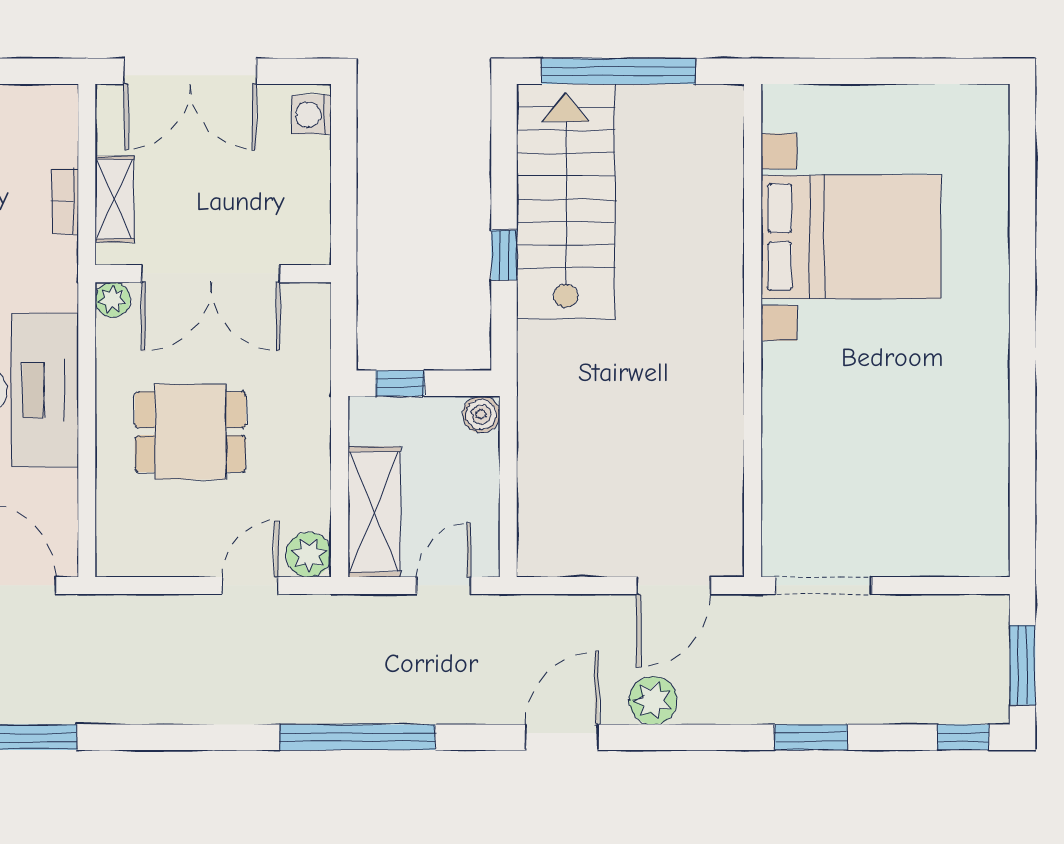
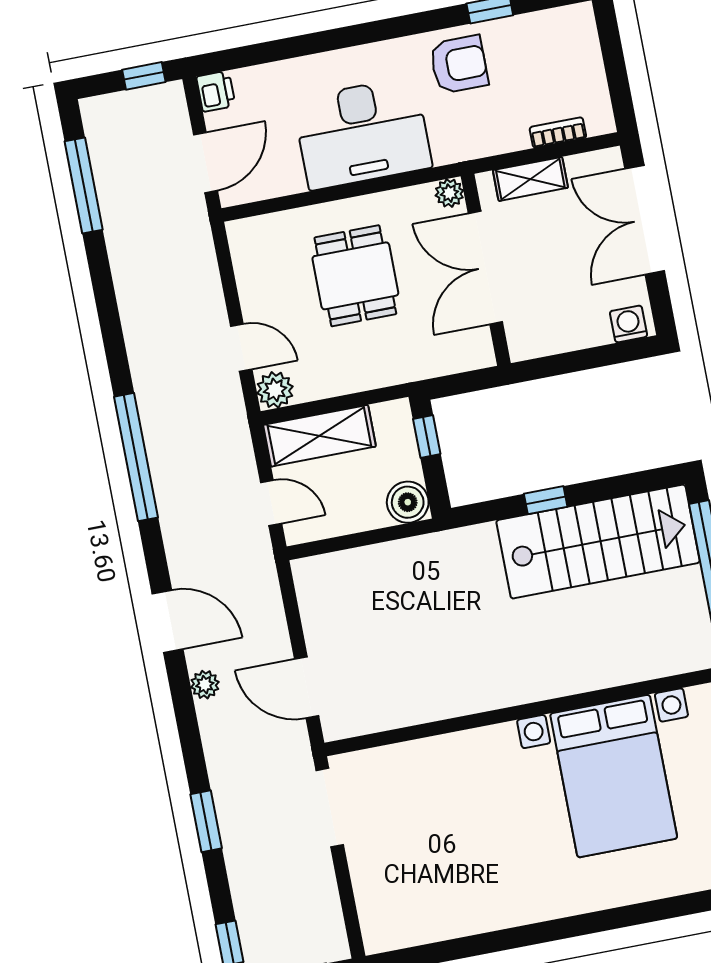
bookcase: (65, 201) -> (558, 133), moved
boiler: (481, 414) -> (408, 502), width x1.36, depth x1.36
plant: (653, 701) -> (205, 685), width x0.73, depth x0.73

